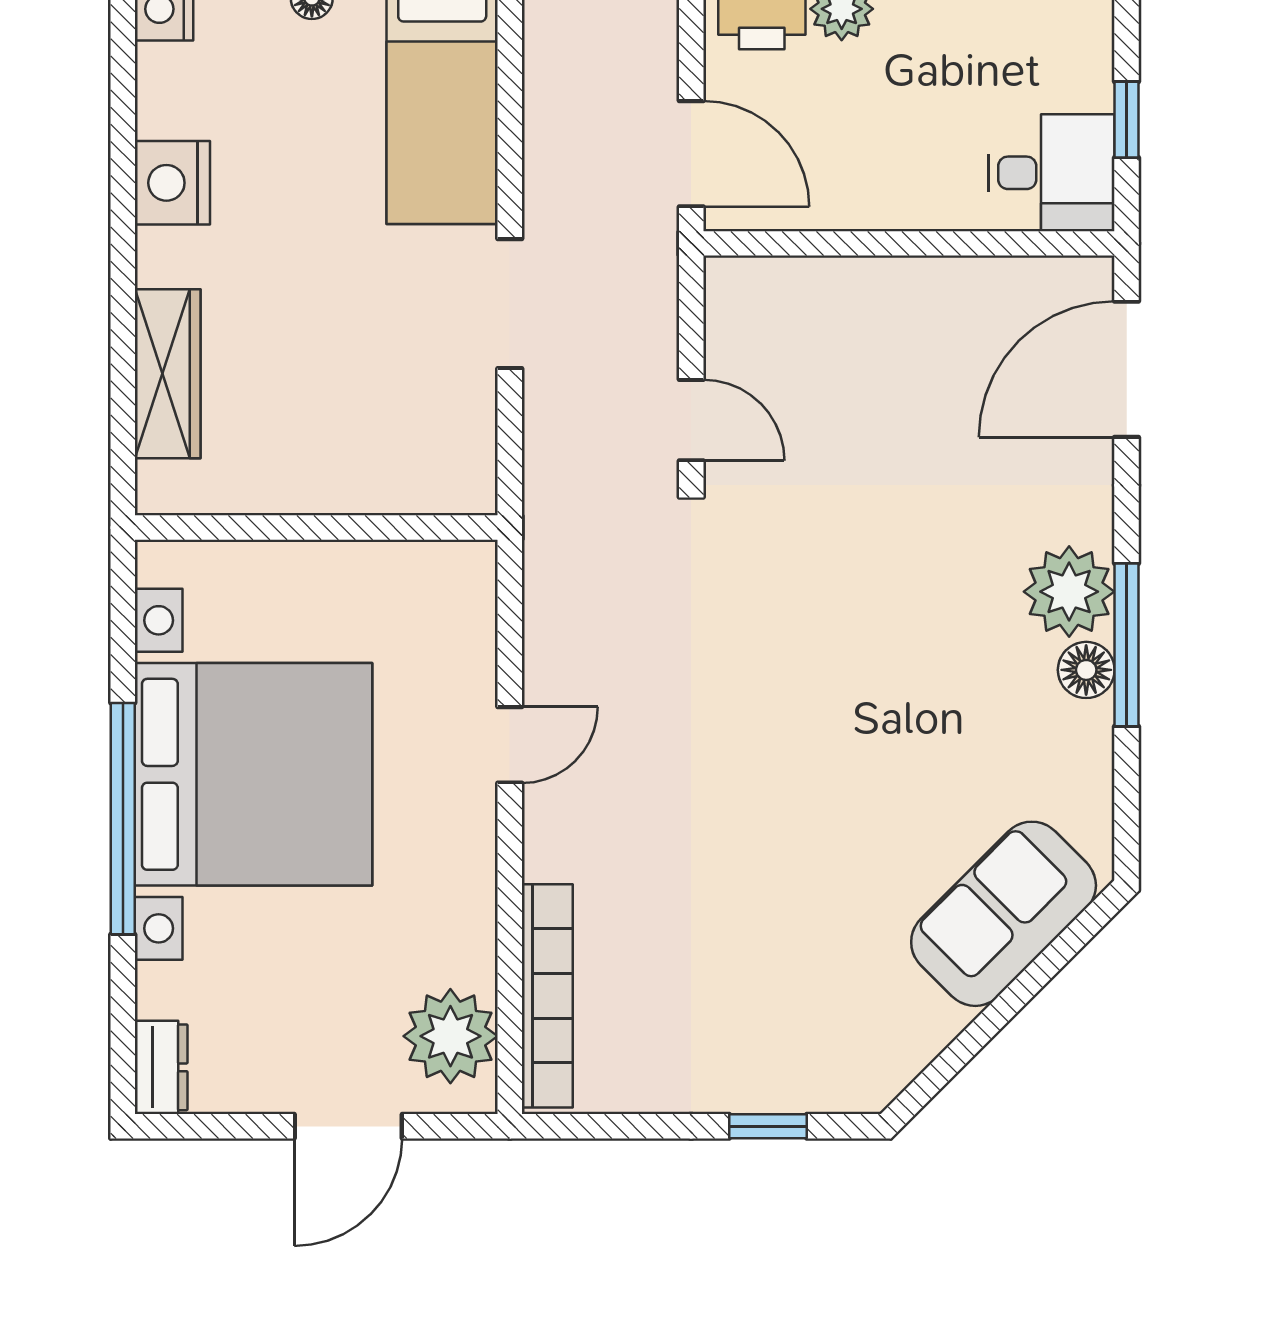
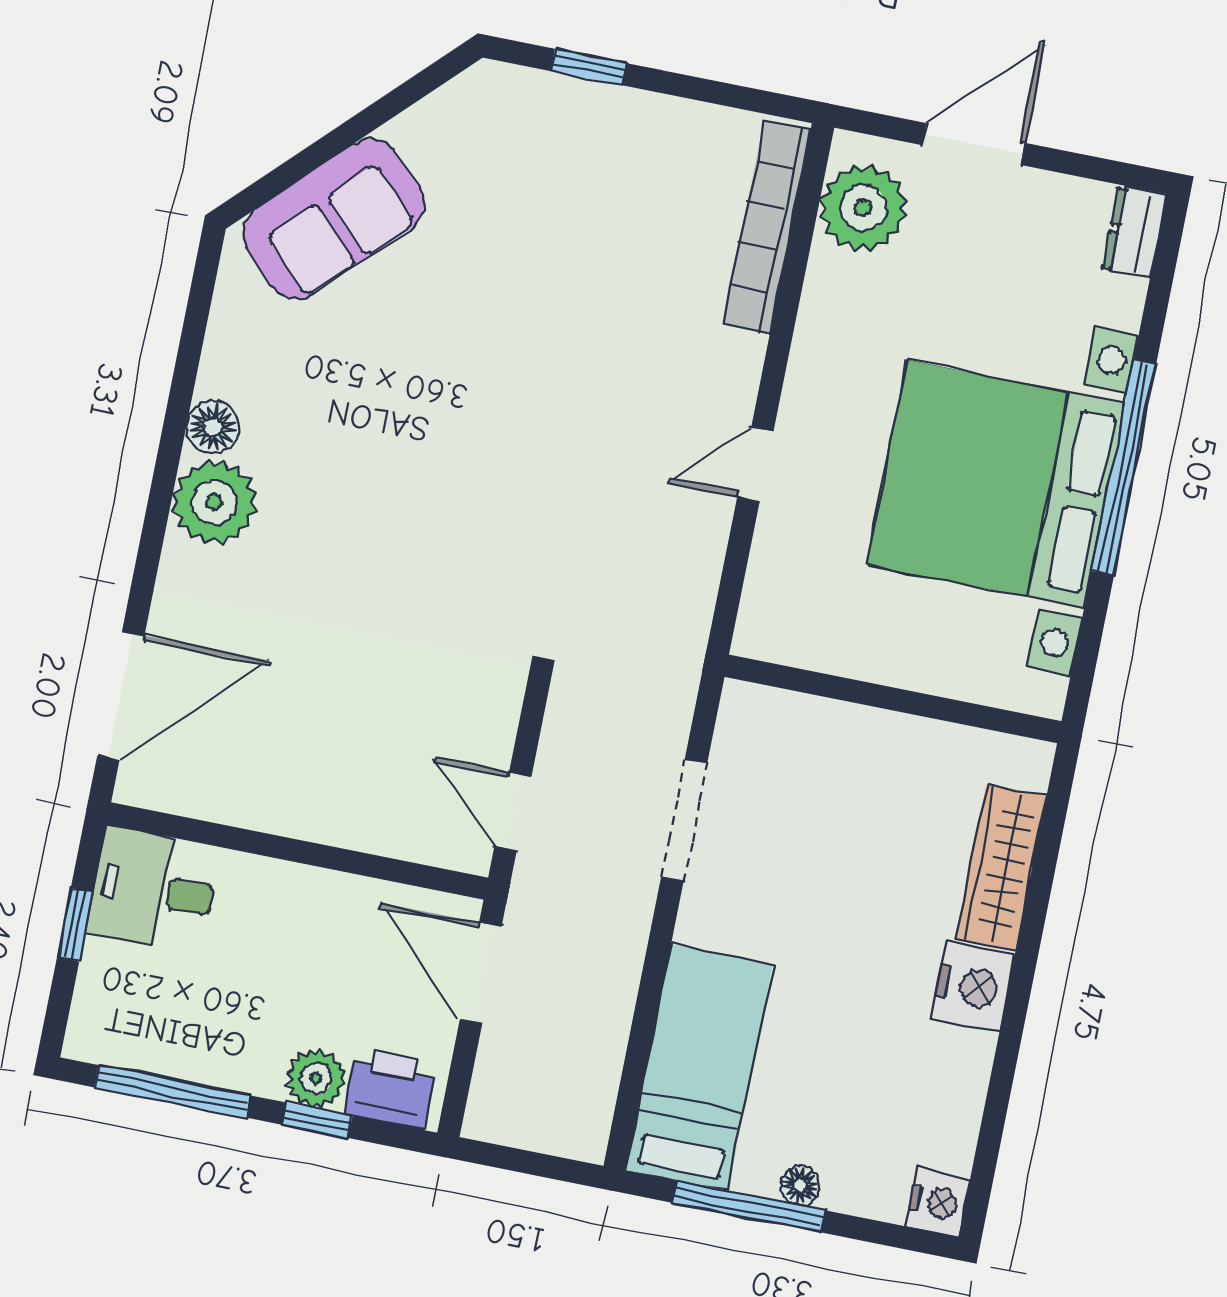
nightstand: (172, 183) -> (973, 987), moved
doorway: (510, 304) -> (684, 820), moved
door: (691, 420) -> (513, 812), moved
window: (1127, 645) -> (171, 443), removed

